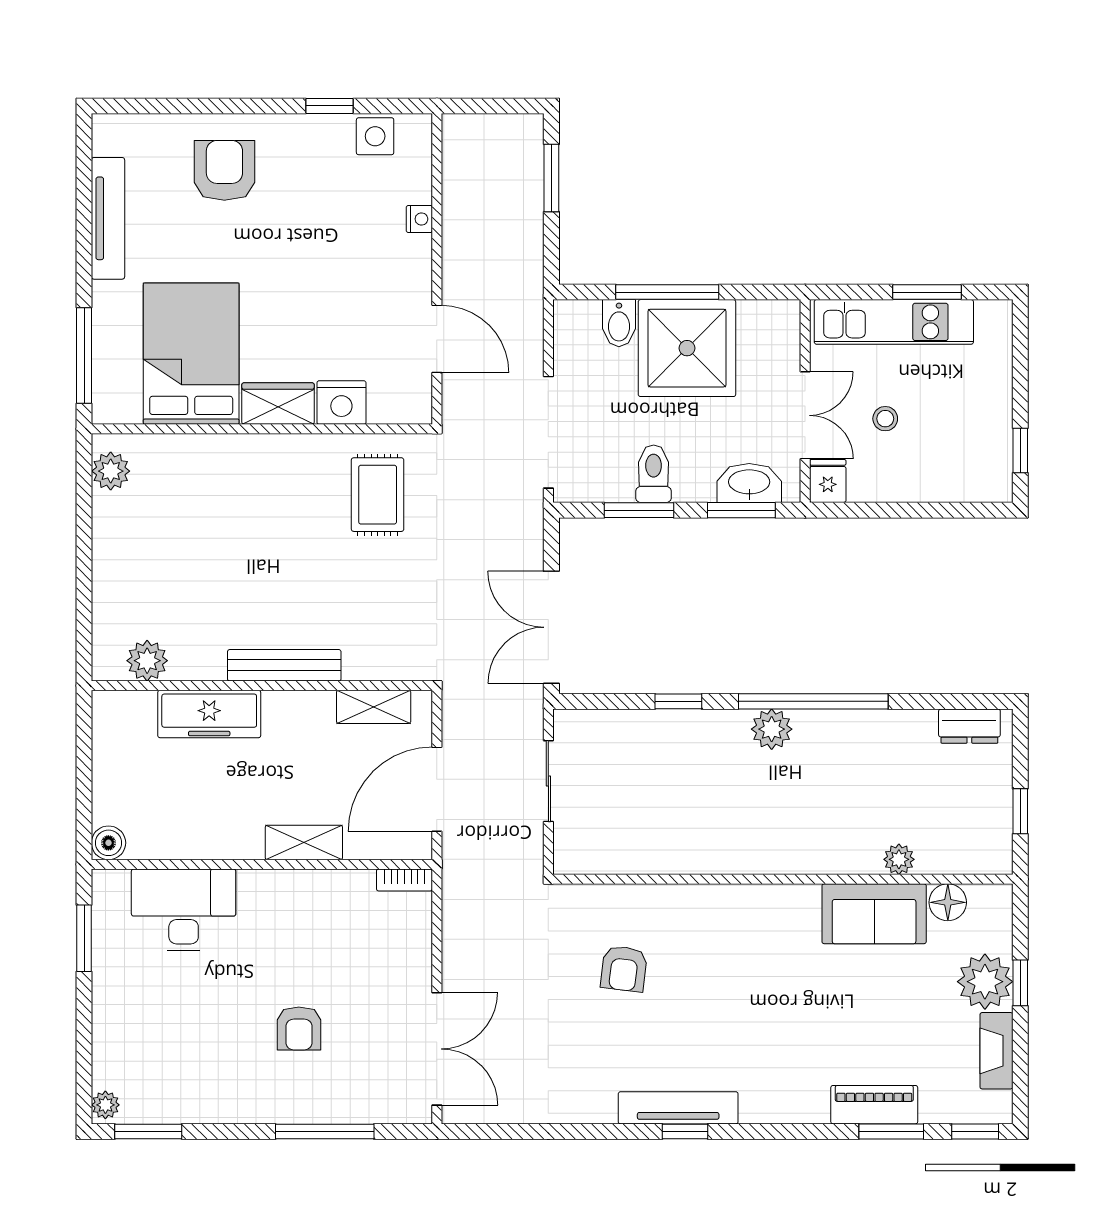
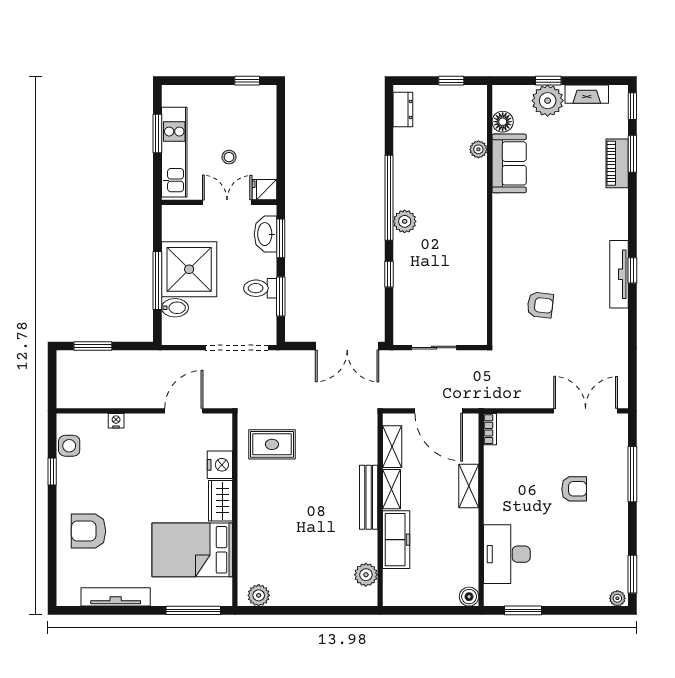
shelving: (299, 706) -> (392, 489), added

